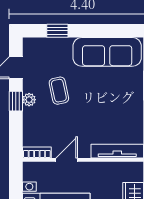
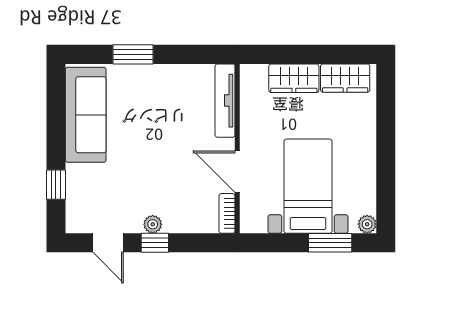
coffee table: (59, 91) -> (140, 182), removed
door: (67, 160) -> (237, 172), width x1.38

